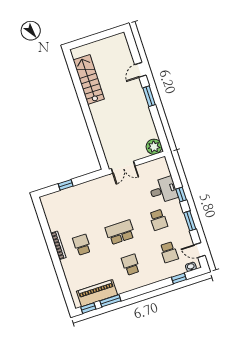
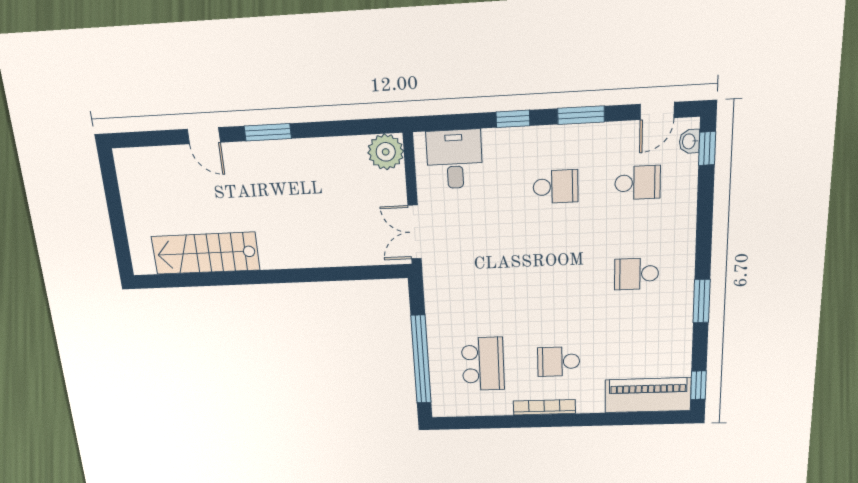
double door: (123, 167) -> (415, 232), swing flipped
window: (66, 185) -> (421, 359), width x3.17
desk: (163, 190) -> (455, 159), moved
school desk: (120, 232) -> (483, 364), moved, turned 180
window: (179, 278) -> (707, 148), moved
piano: (97, 293) -> (648, 395), moved, turned 90
window: (110, 301) -> (702, 301), moved

